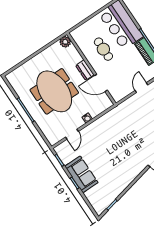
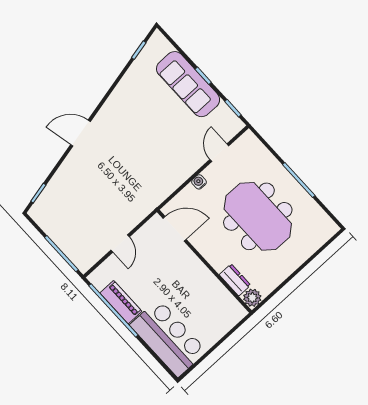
cafe table: (103, 49) -> (190, 295), removed
dresser: (85, 70) -> (235, 280), moved
door: (101, 83) -> (175, 229), moved
sofa: (81, 174) -> (188, 84), width x1.36

